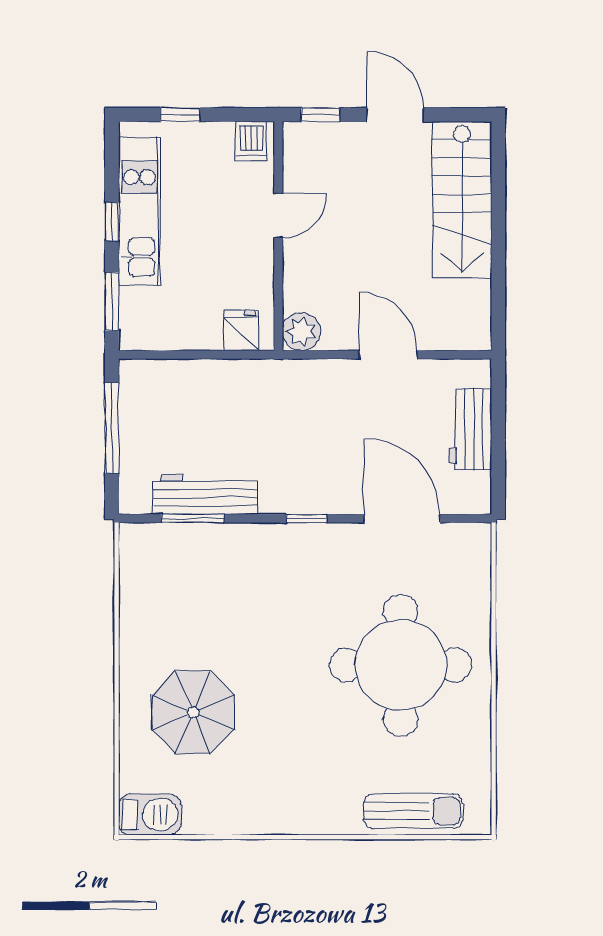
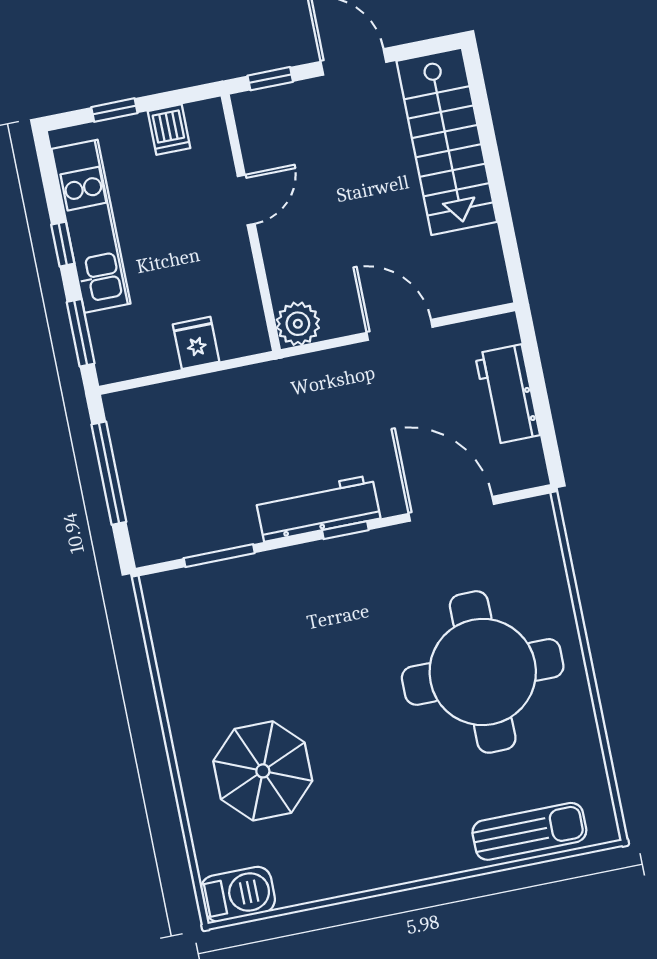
dishwasher: (251, 141) -> (169, 130), moved
fridge: (241, 330) -> (196, 343), moved
workbench: (205, 495) -> (318, 508), moved

